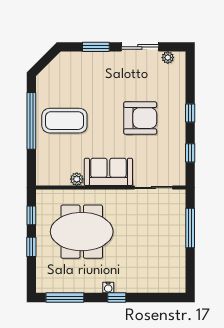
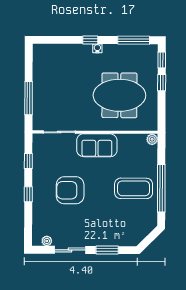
plant: (77, 179) -> (152, 139), moved
window: (31, 215) -> (162, 60), moved

